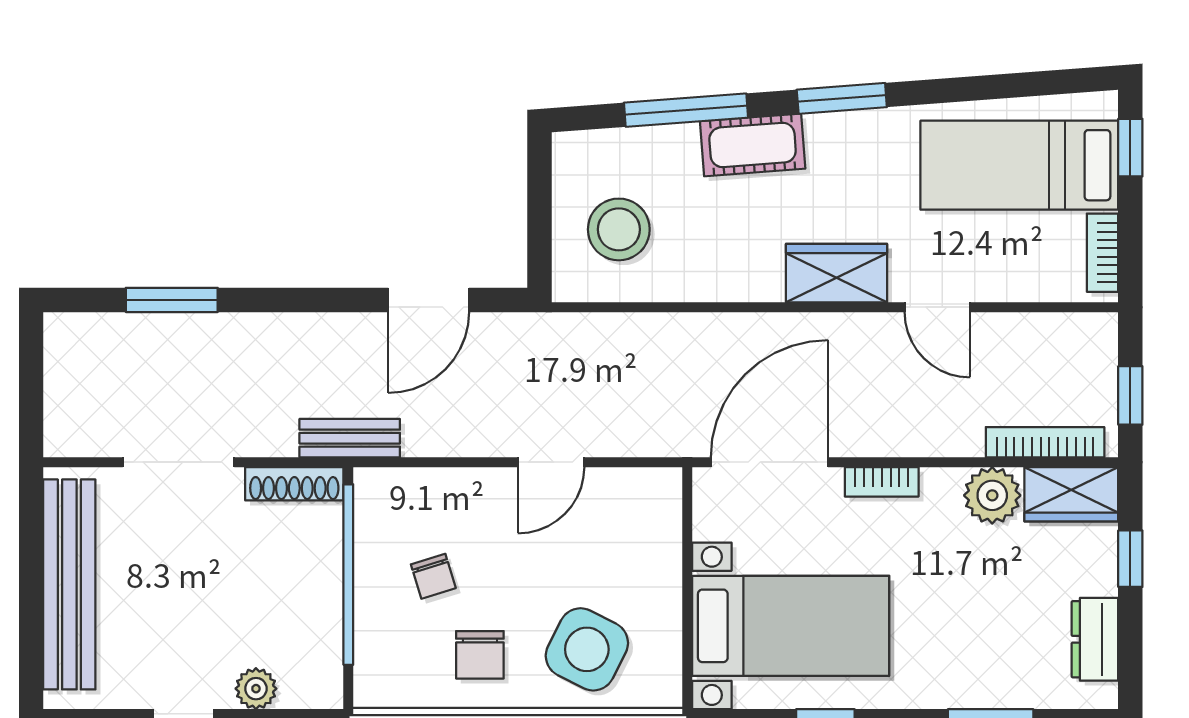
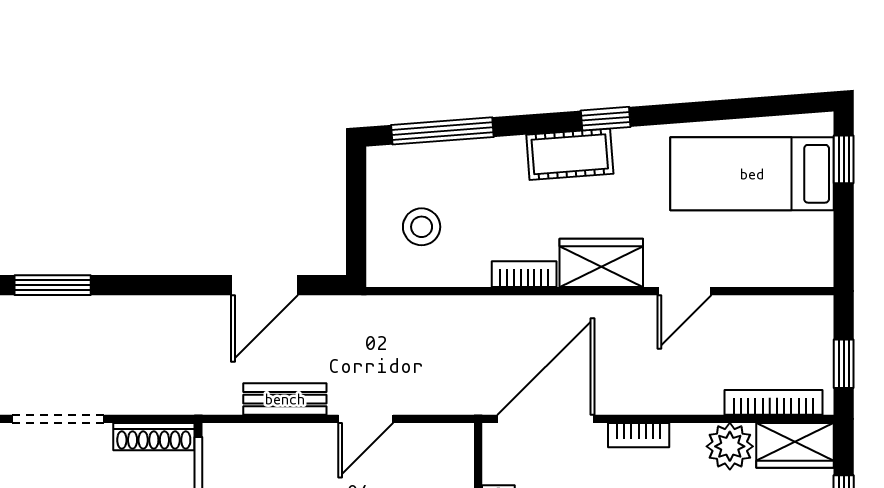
window: (842, 98) -> (606, 119), width x0.67
window: (686, 110) -> (442, 131), moved
cot: (753, 145) -> (570, 154), moved
stool: (619, 229) -> (422, 227), width x0.73, depth x0.73
bookcase: (1103, 253) -> (524, 274), moved, turned 90
door: (937, 307) -> (684, 291), hinge flipped
bench: (350, 438) -> (285, 399), moved

